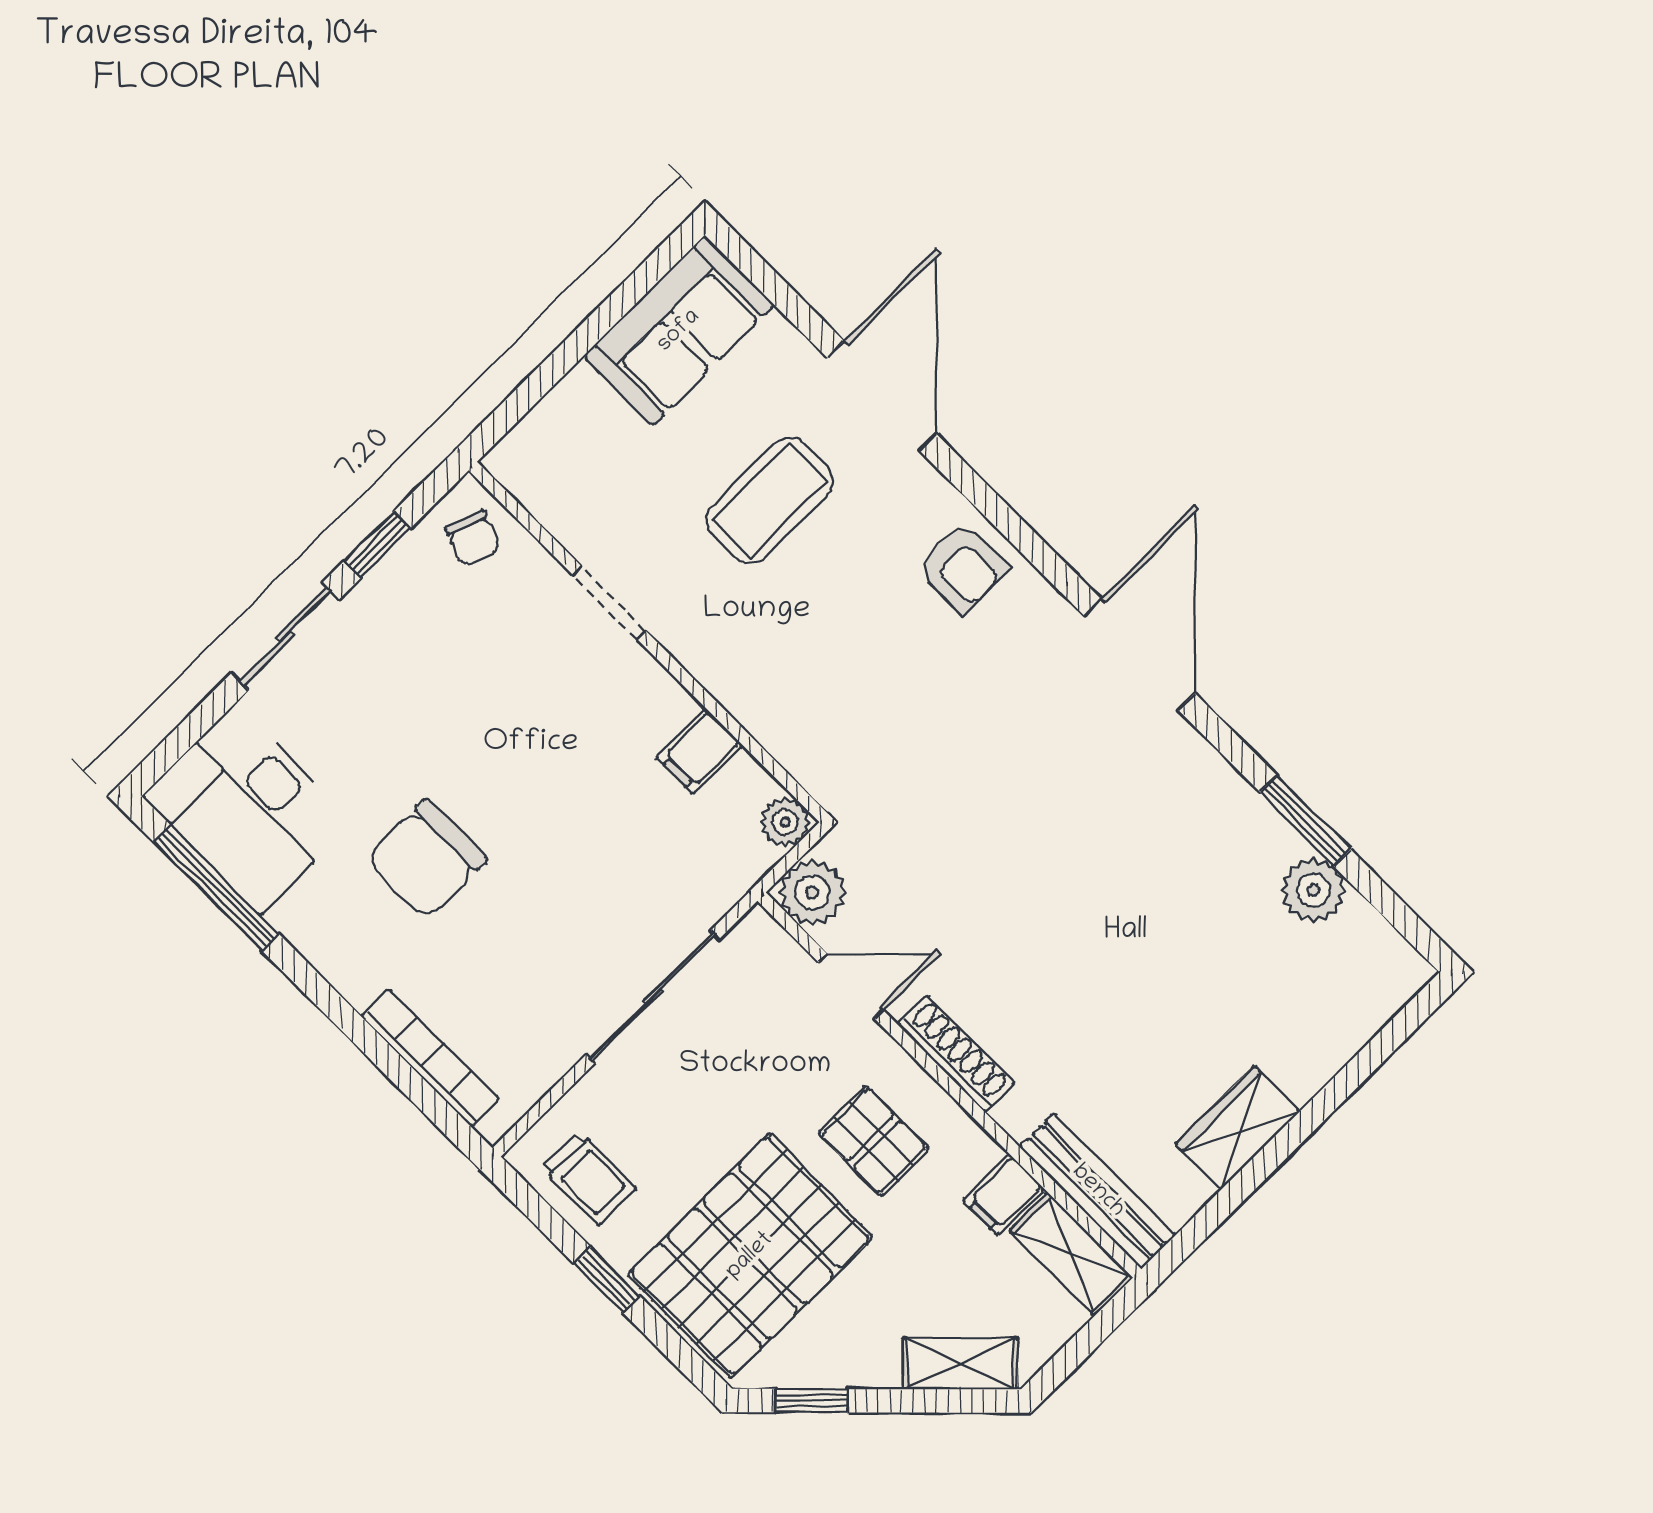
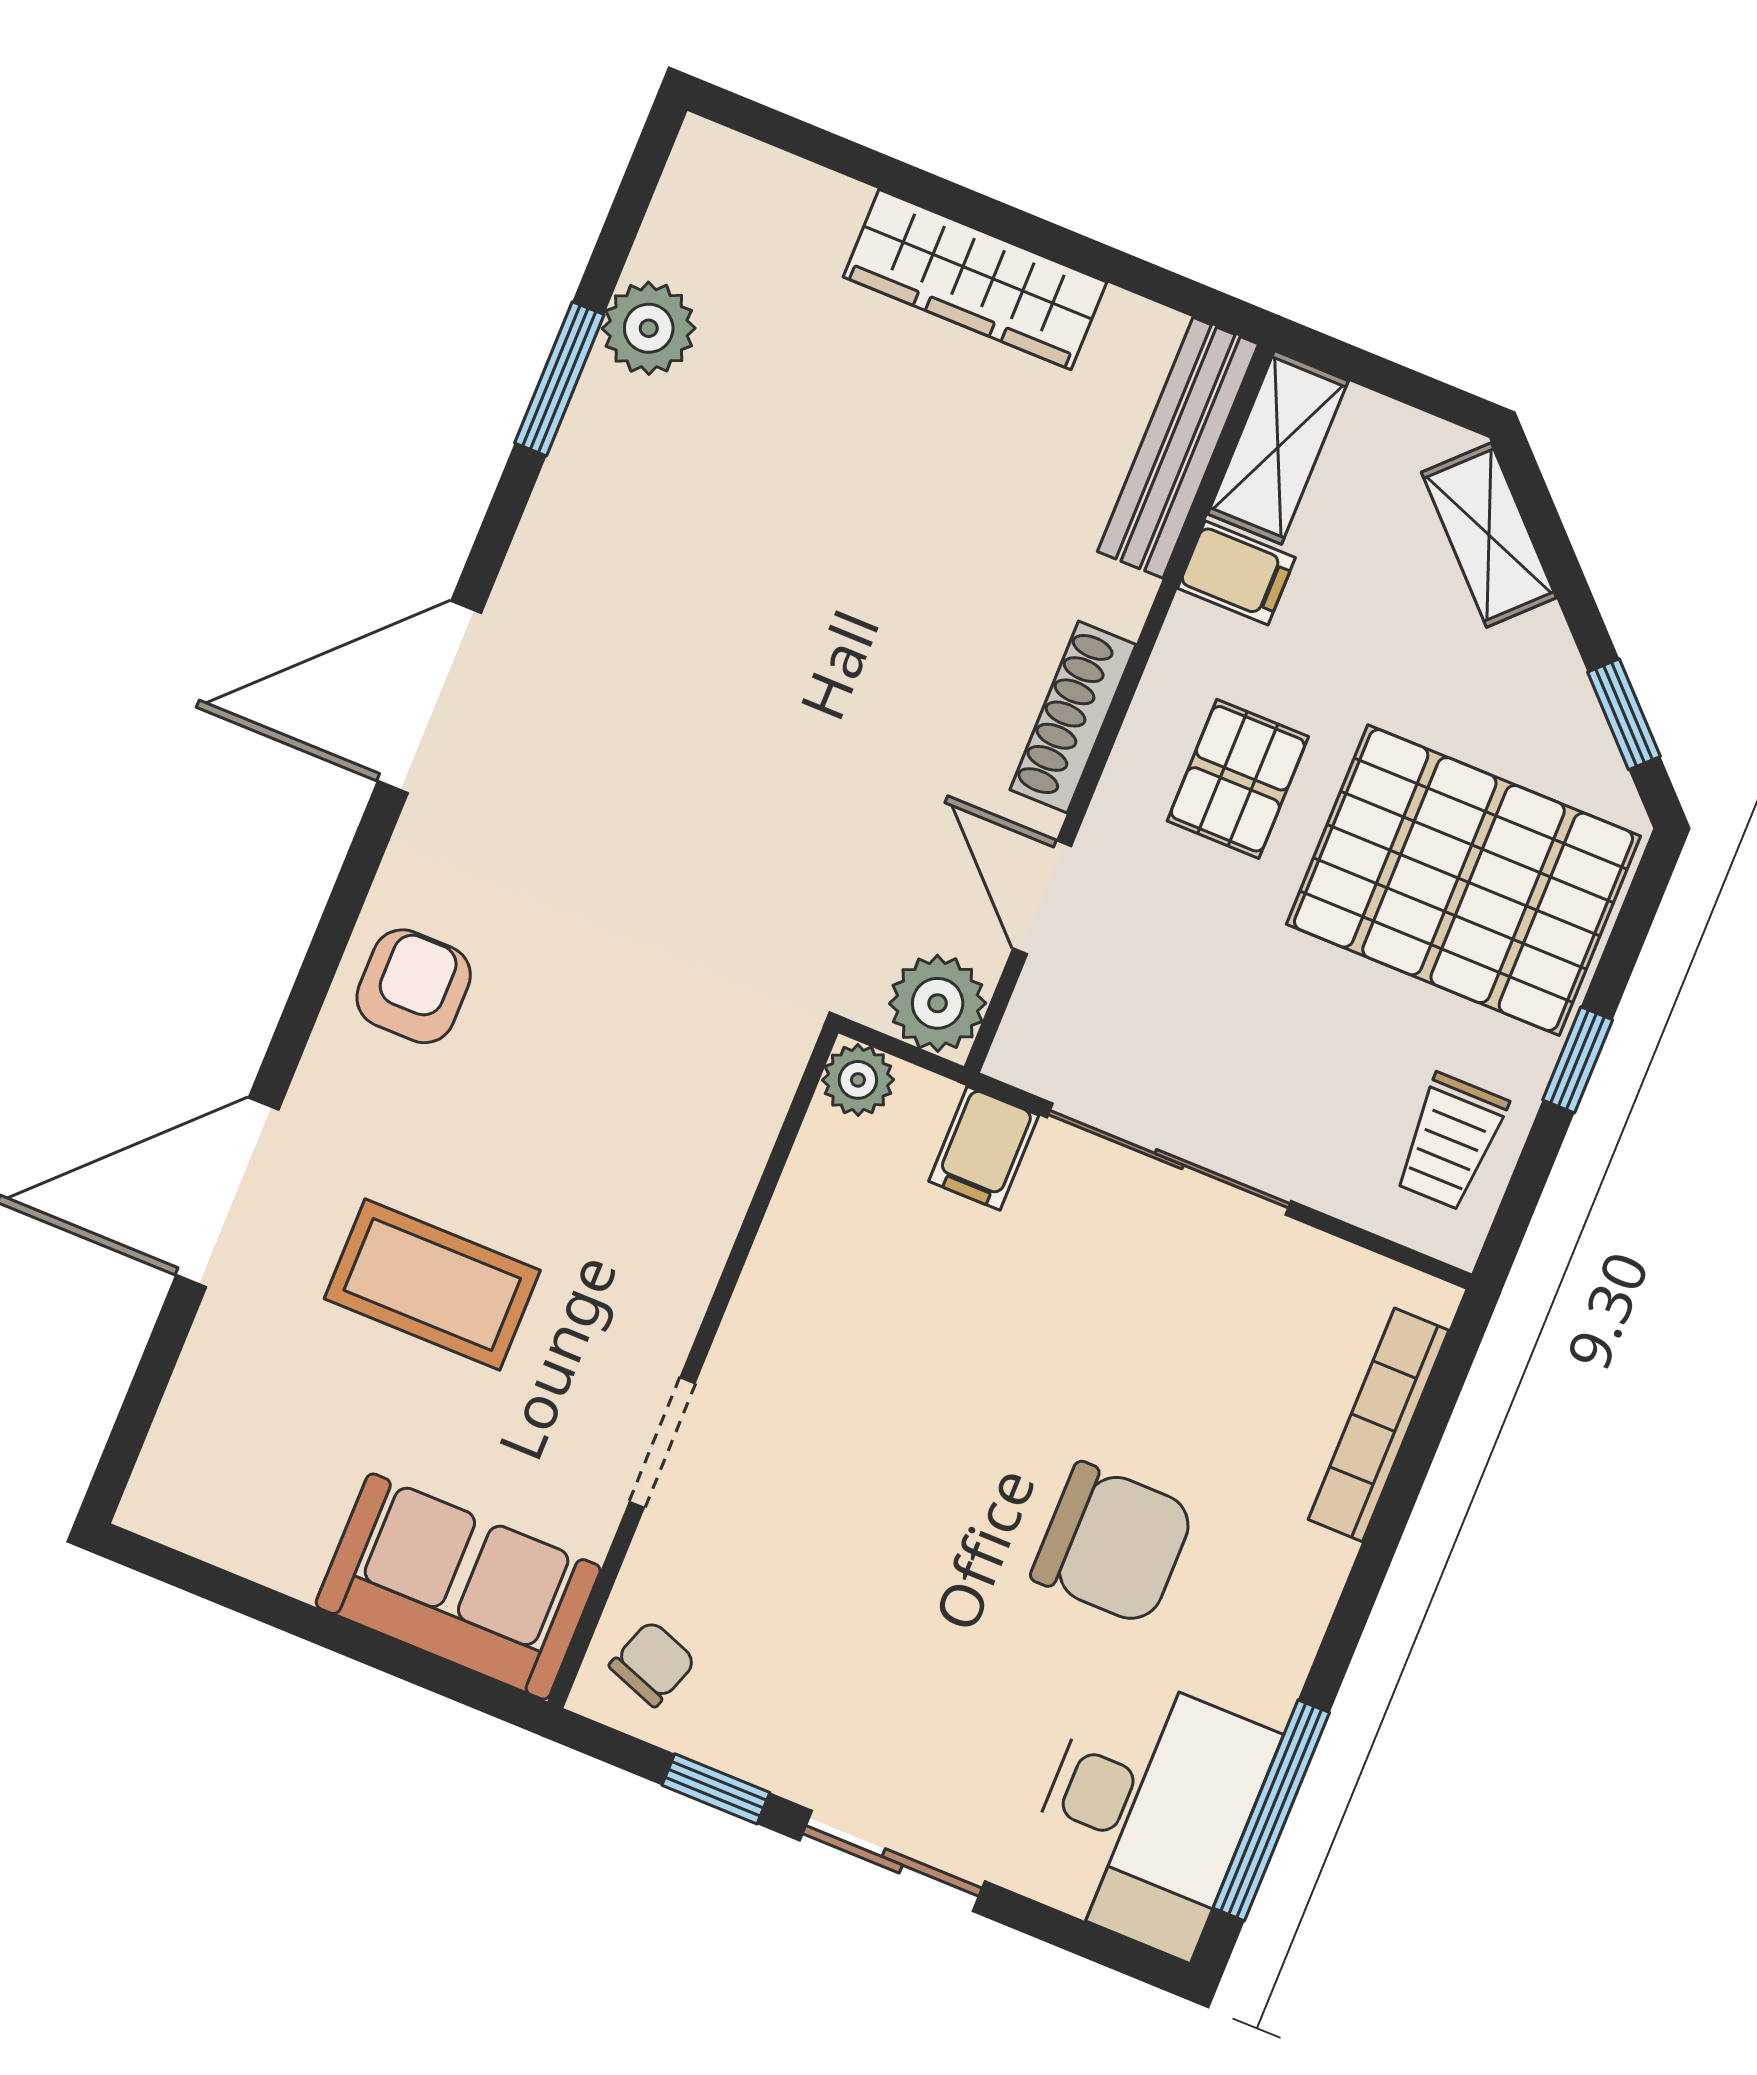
sofa: (679, 331) -> (458, 1587), moved
filing cabinet: (699, 751) -> (984, 1148), moved, turned 90
wardrobe: (1237, 1128) -> (975, 280), width x1.50
trolley: (589, 1178) -> (1451, 1142), turned 180

